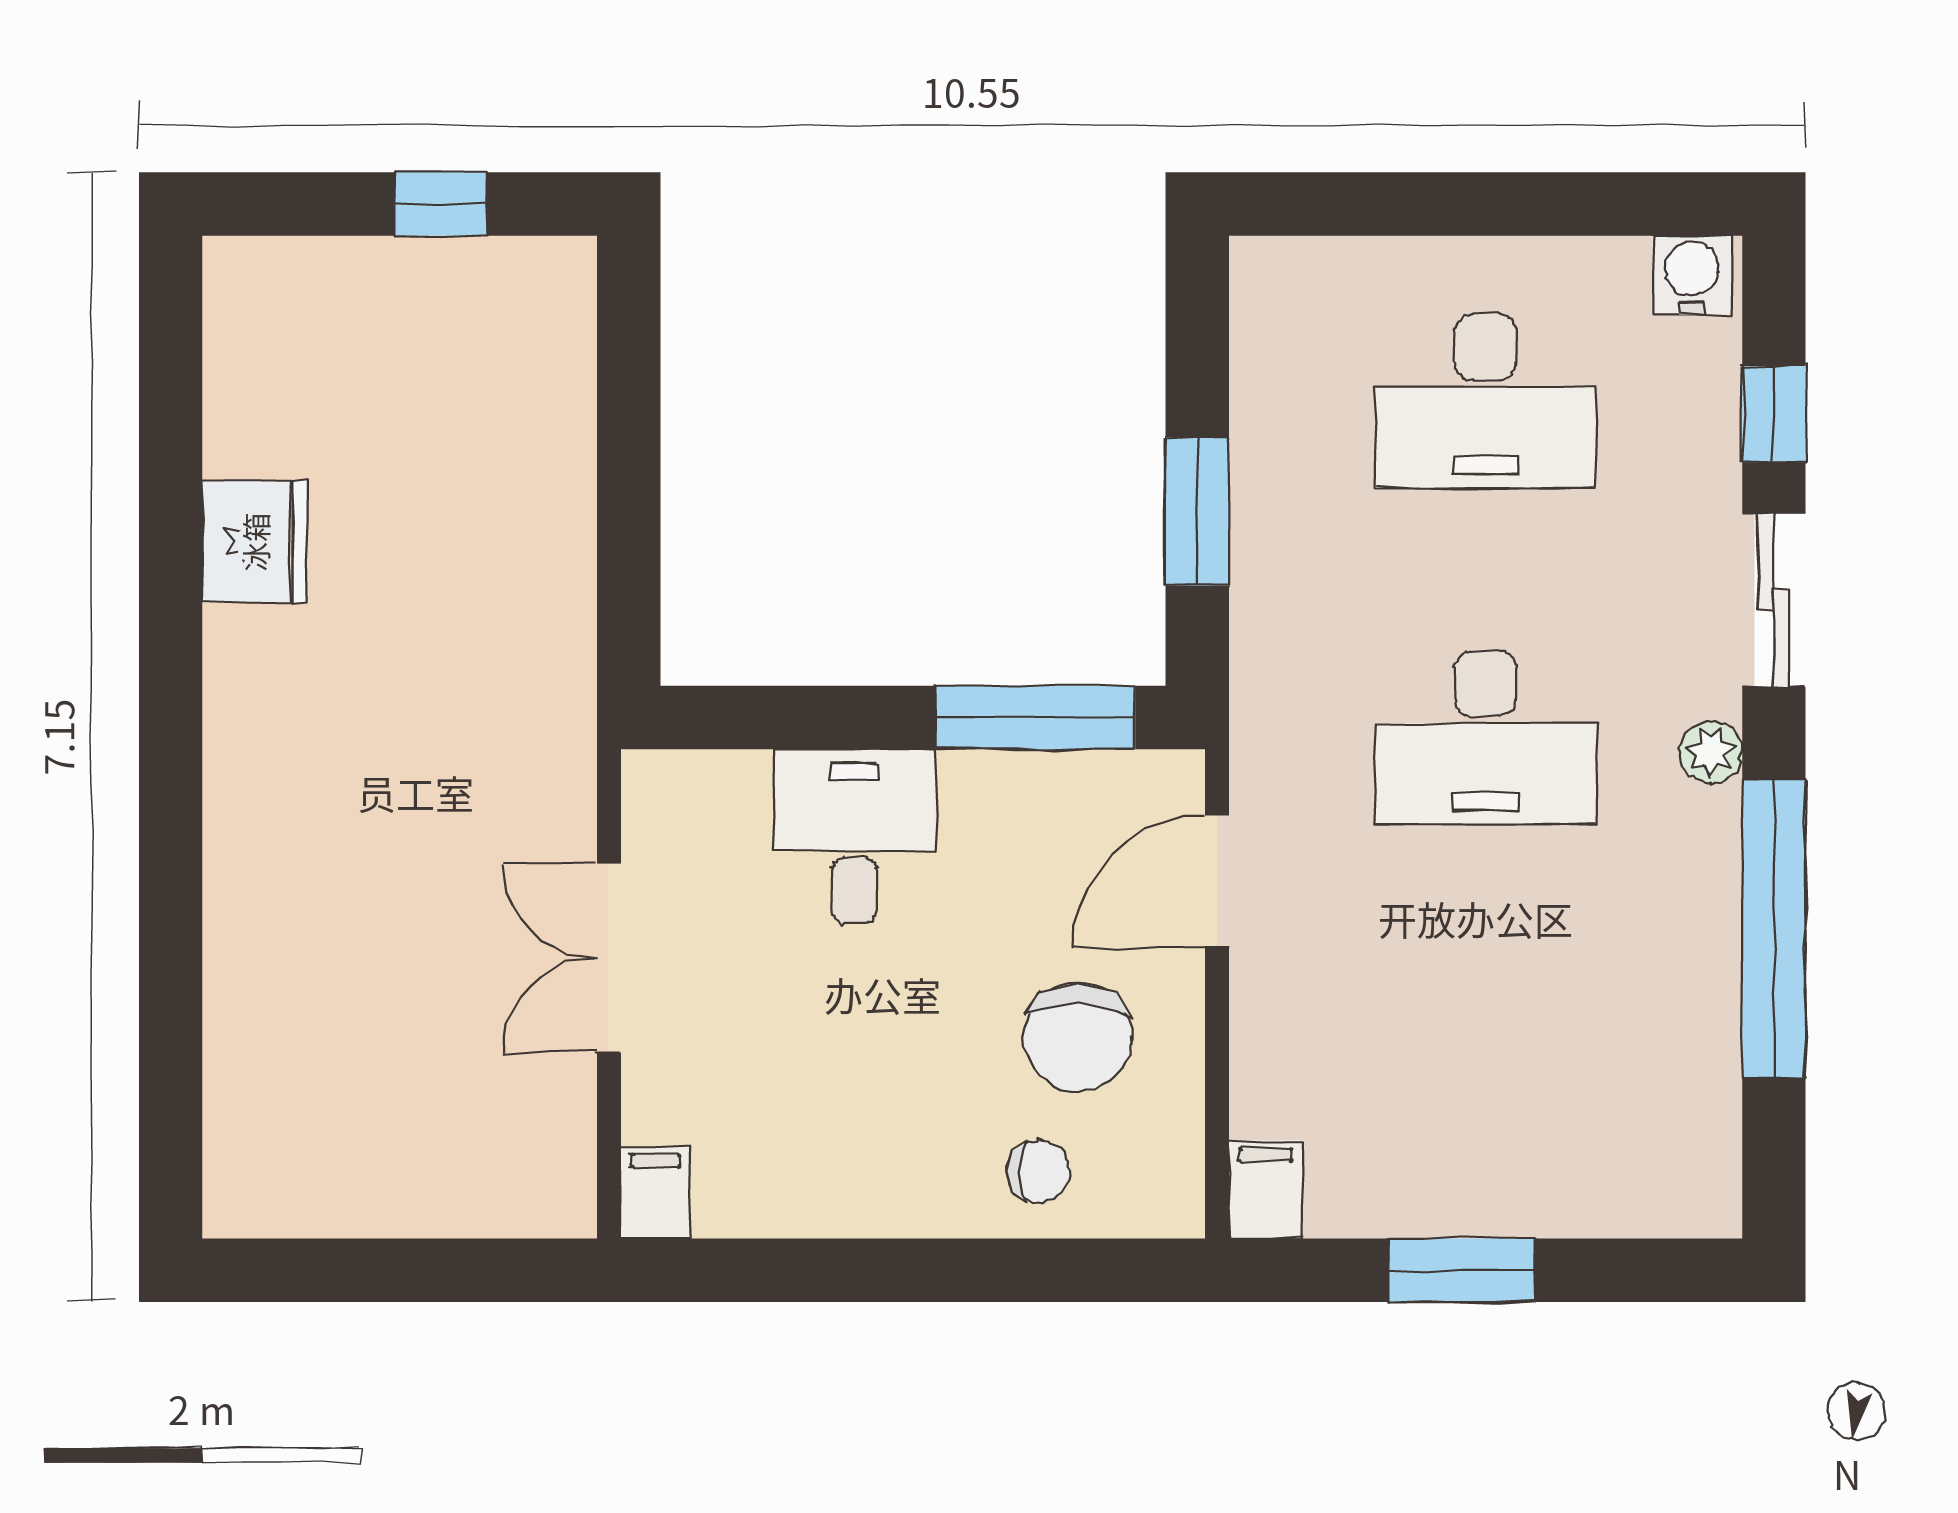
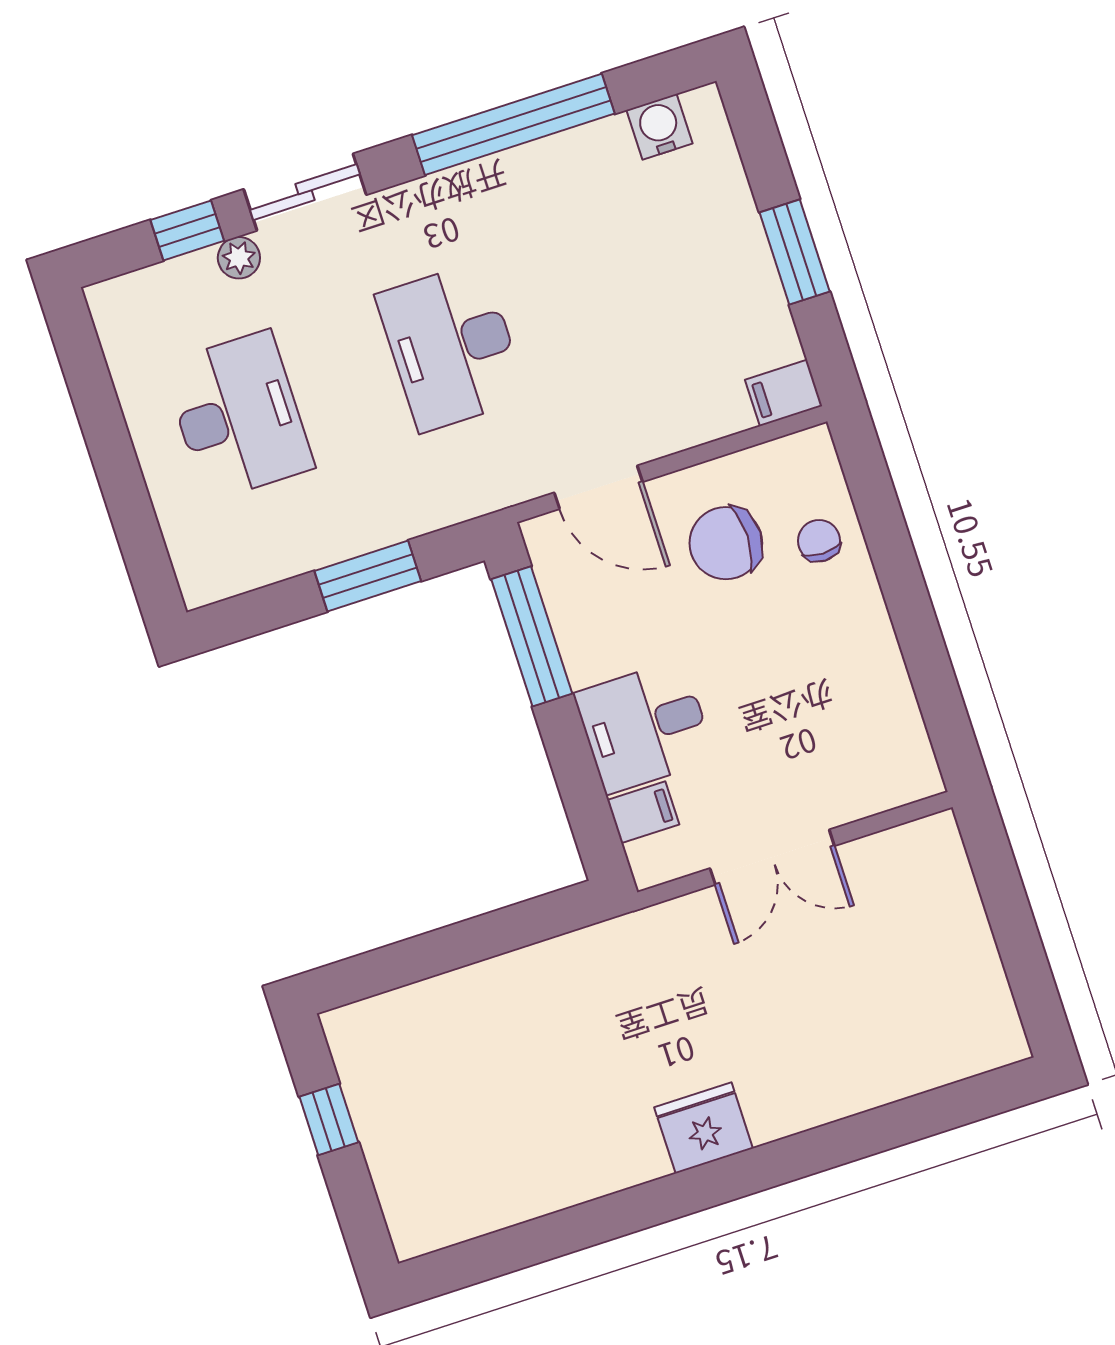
water cooler: (1692, 275) -> (659, 127), moved, turned 90
fridge: (255, 542) -> (704, 1128), moved
desk: (1486, 737) -> (451, 347), turned 180
plant: (1711, 752) -> (239, 258), moved
chair: (1078, 1037) -> (726, 543), turned 180
filing cabinet: (655, 1193) -> (643, 812), moved, turned 180

